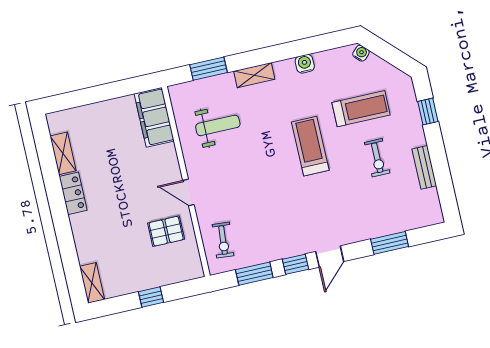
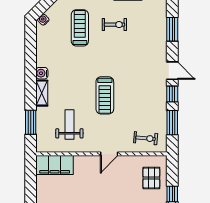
water cooler: (305, 64) -> (42, 73), moved
treadmill: (310, 146) -> (105, 95), moved, turned -90
pallet: (166, 231) -> (151, 178), moved

